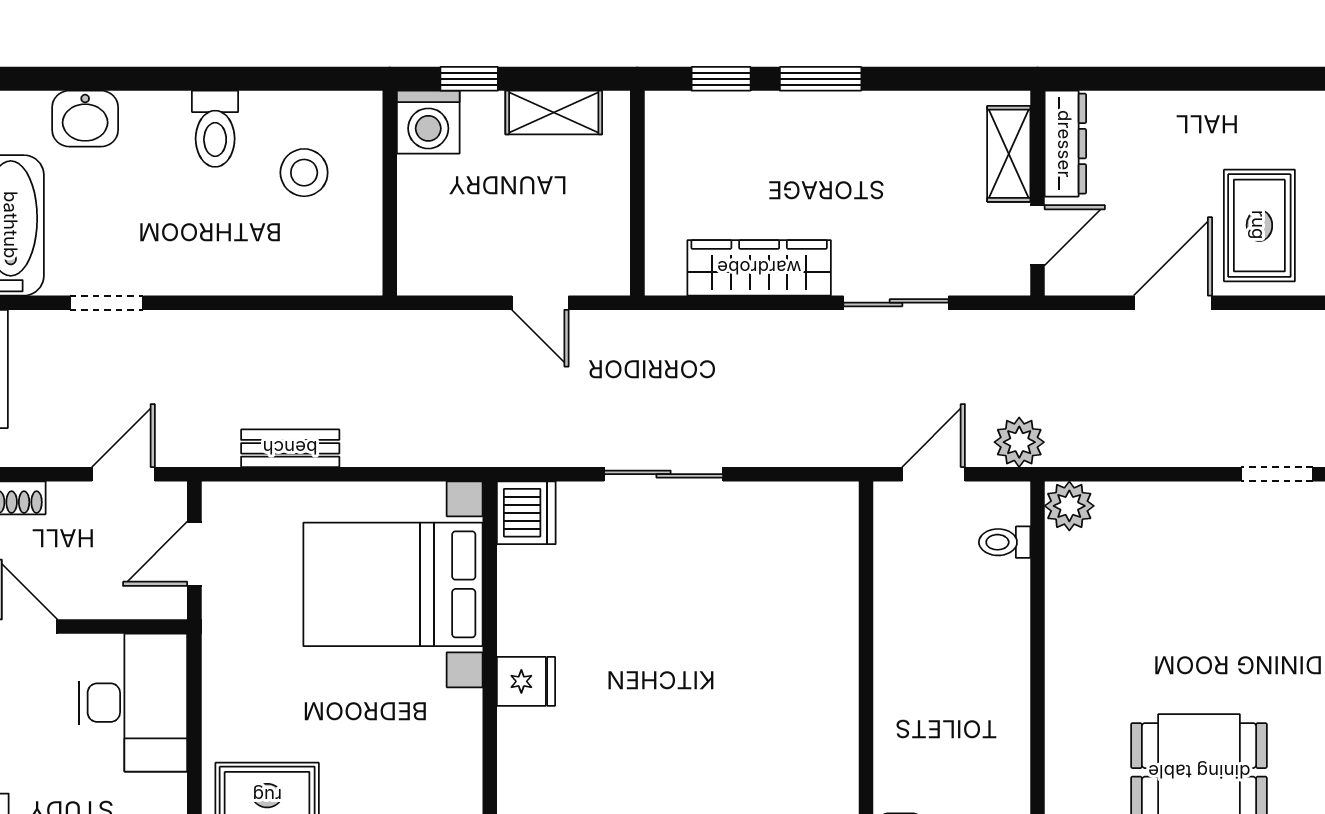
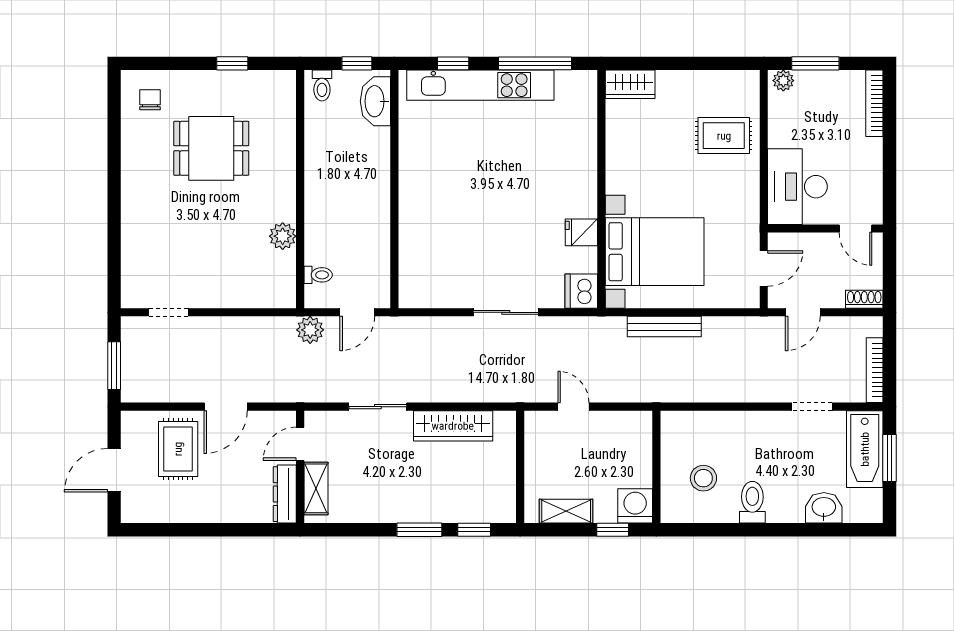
bench: (290, 448) -> (664, 327), moved, width x1.36
plant: (1069, 506) -> (283, 236), moved
fridge: (526, 681) -> (581, 232), moved

